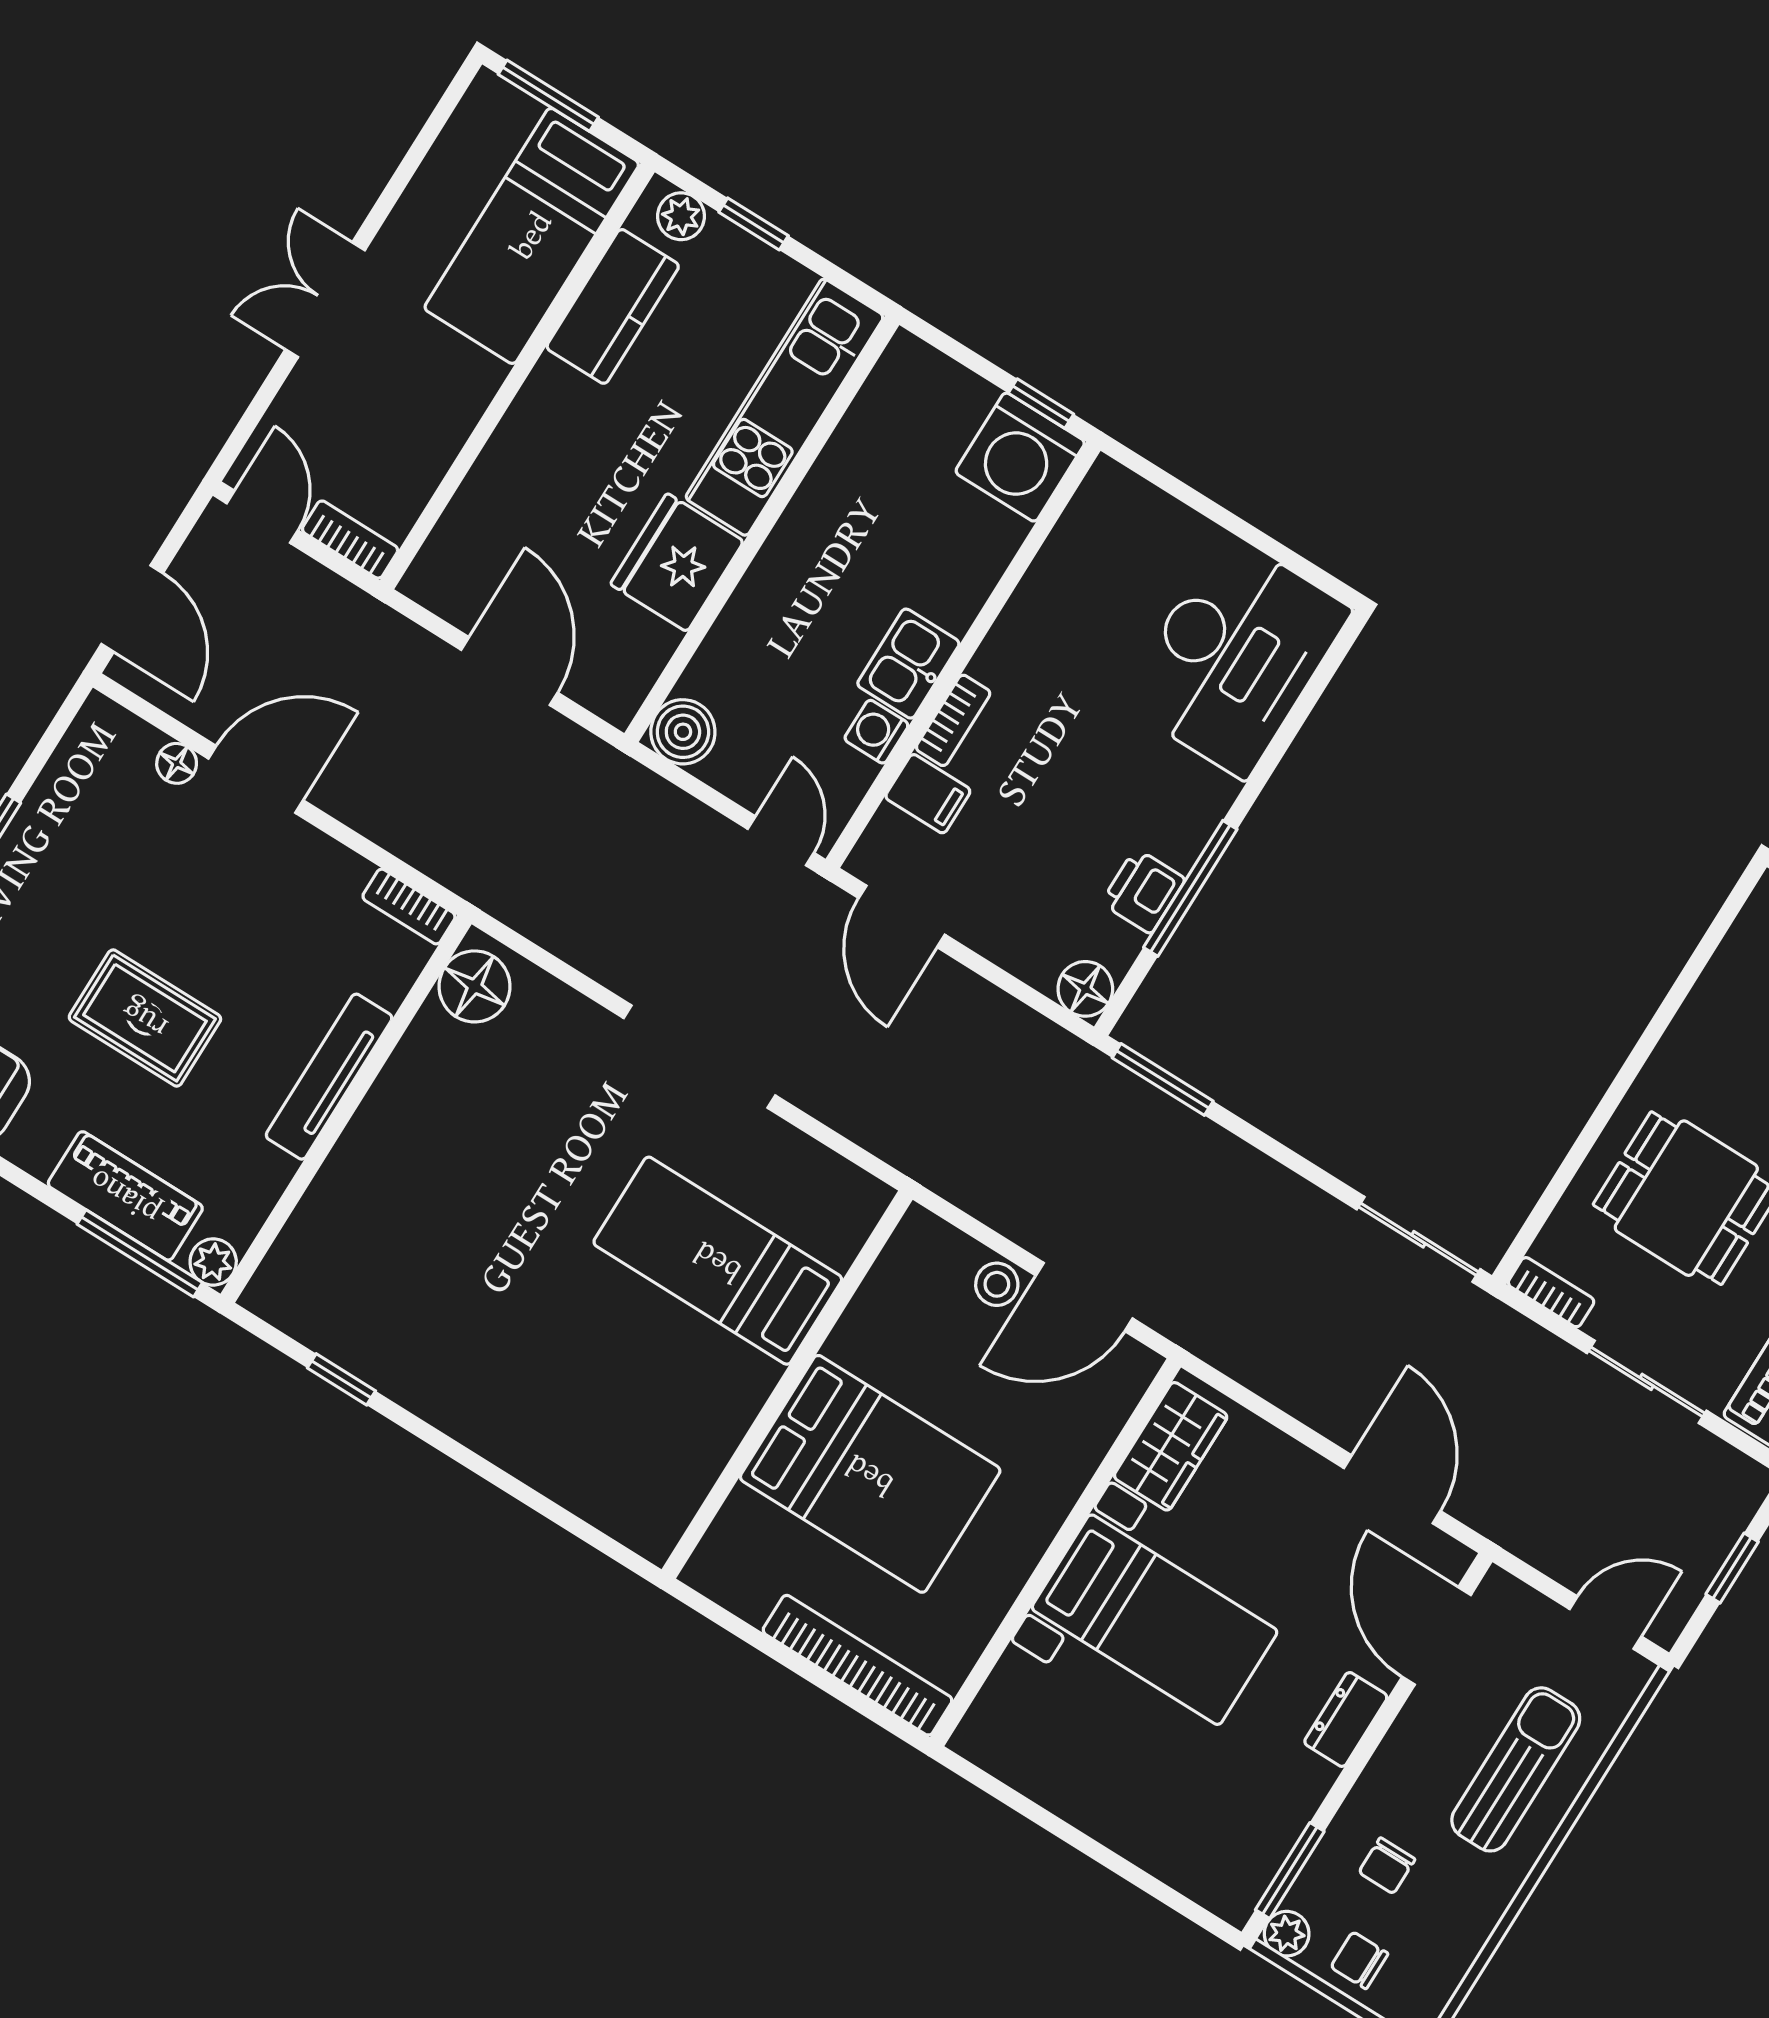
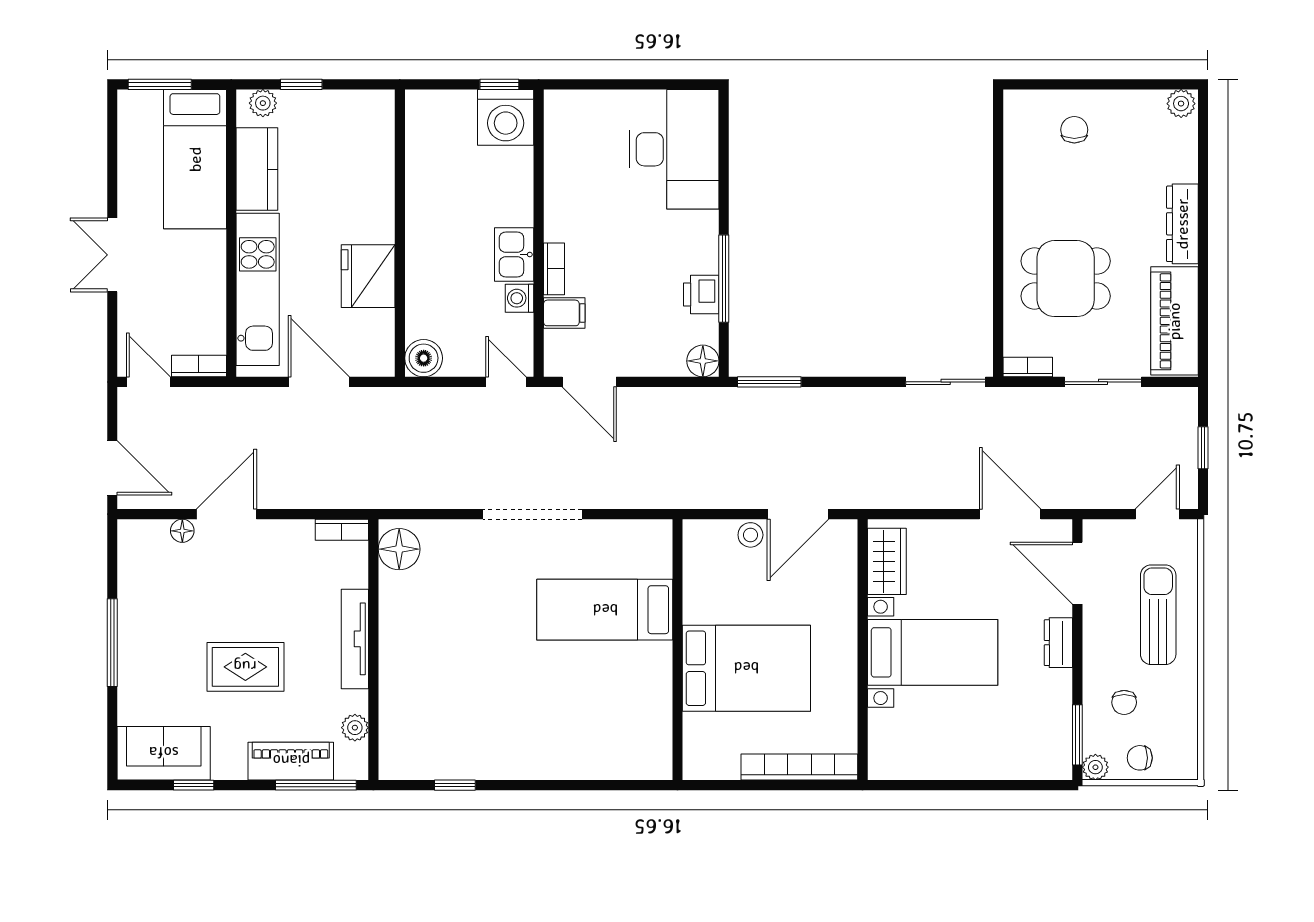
kitchen unit: (785, 407) -> (258, 289), moved, turned 180
plant: (213, 1262) -> (355, 728), moved

